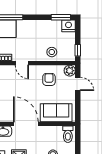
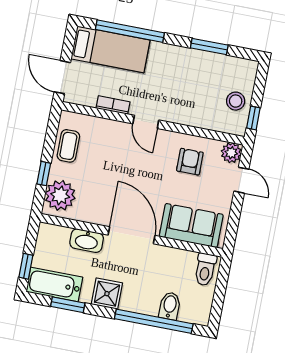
window: (61, 17) -> (209, 46), moved
nightstand: (68, 26) -> (245, 70), removed
stool: (52, 52) -> (236, 101), moved

